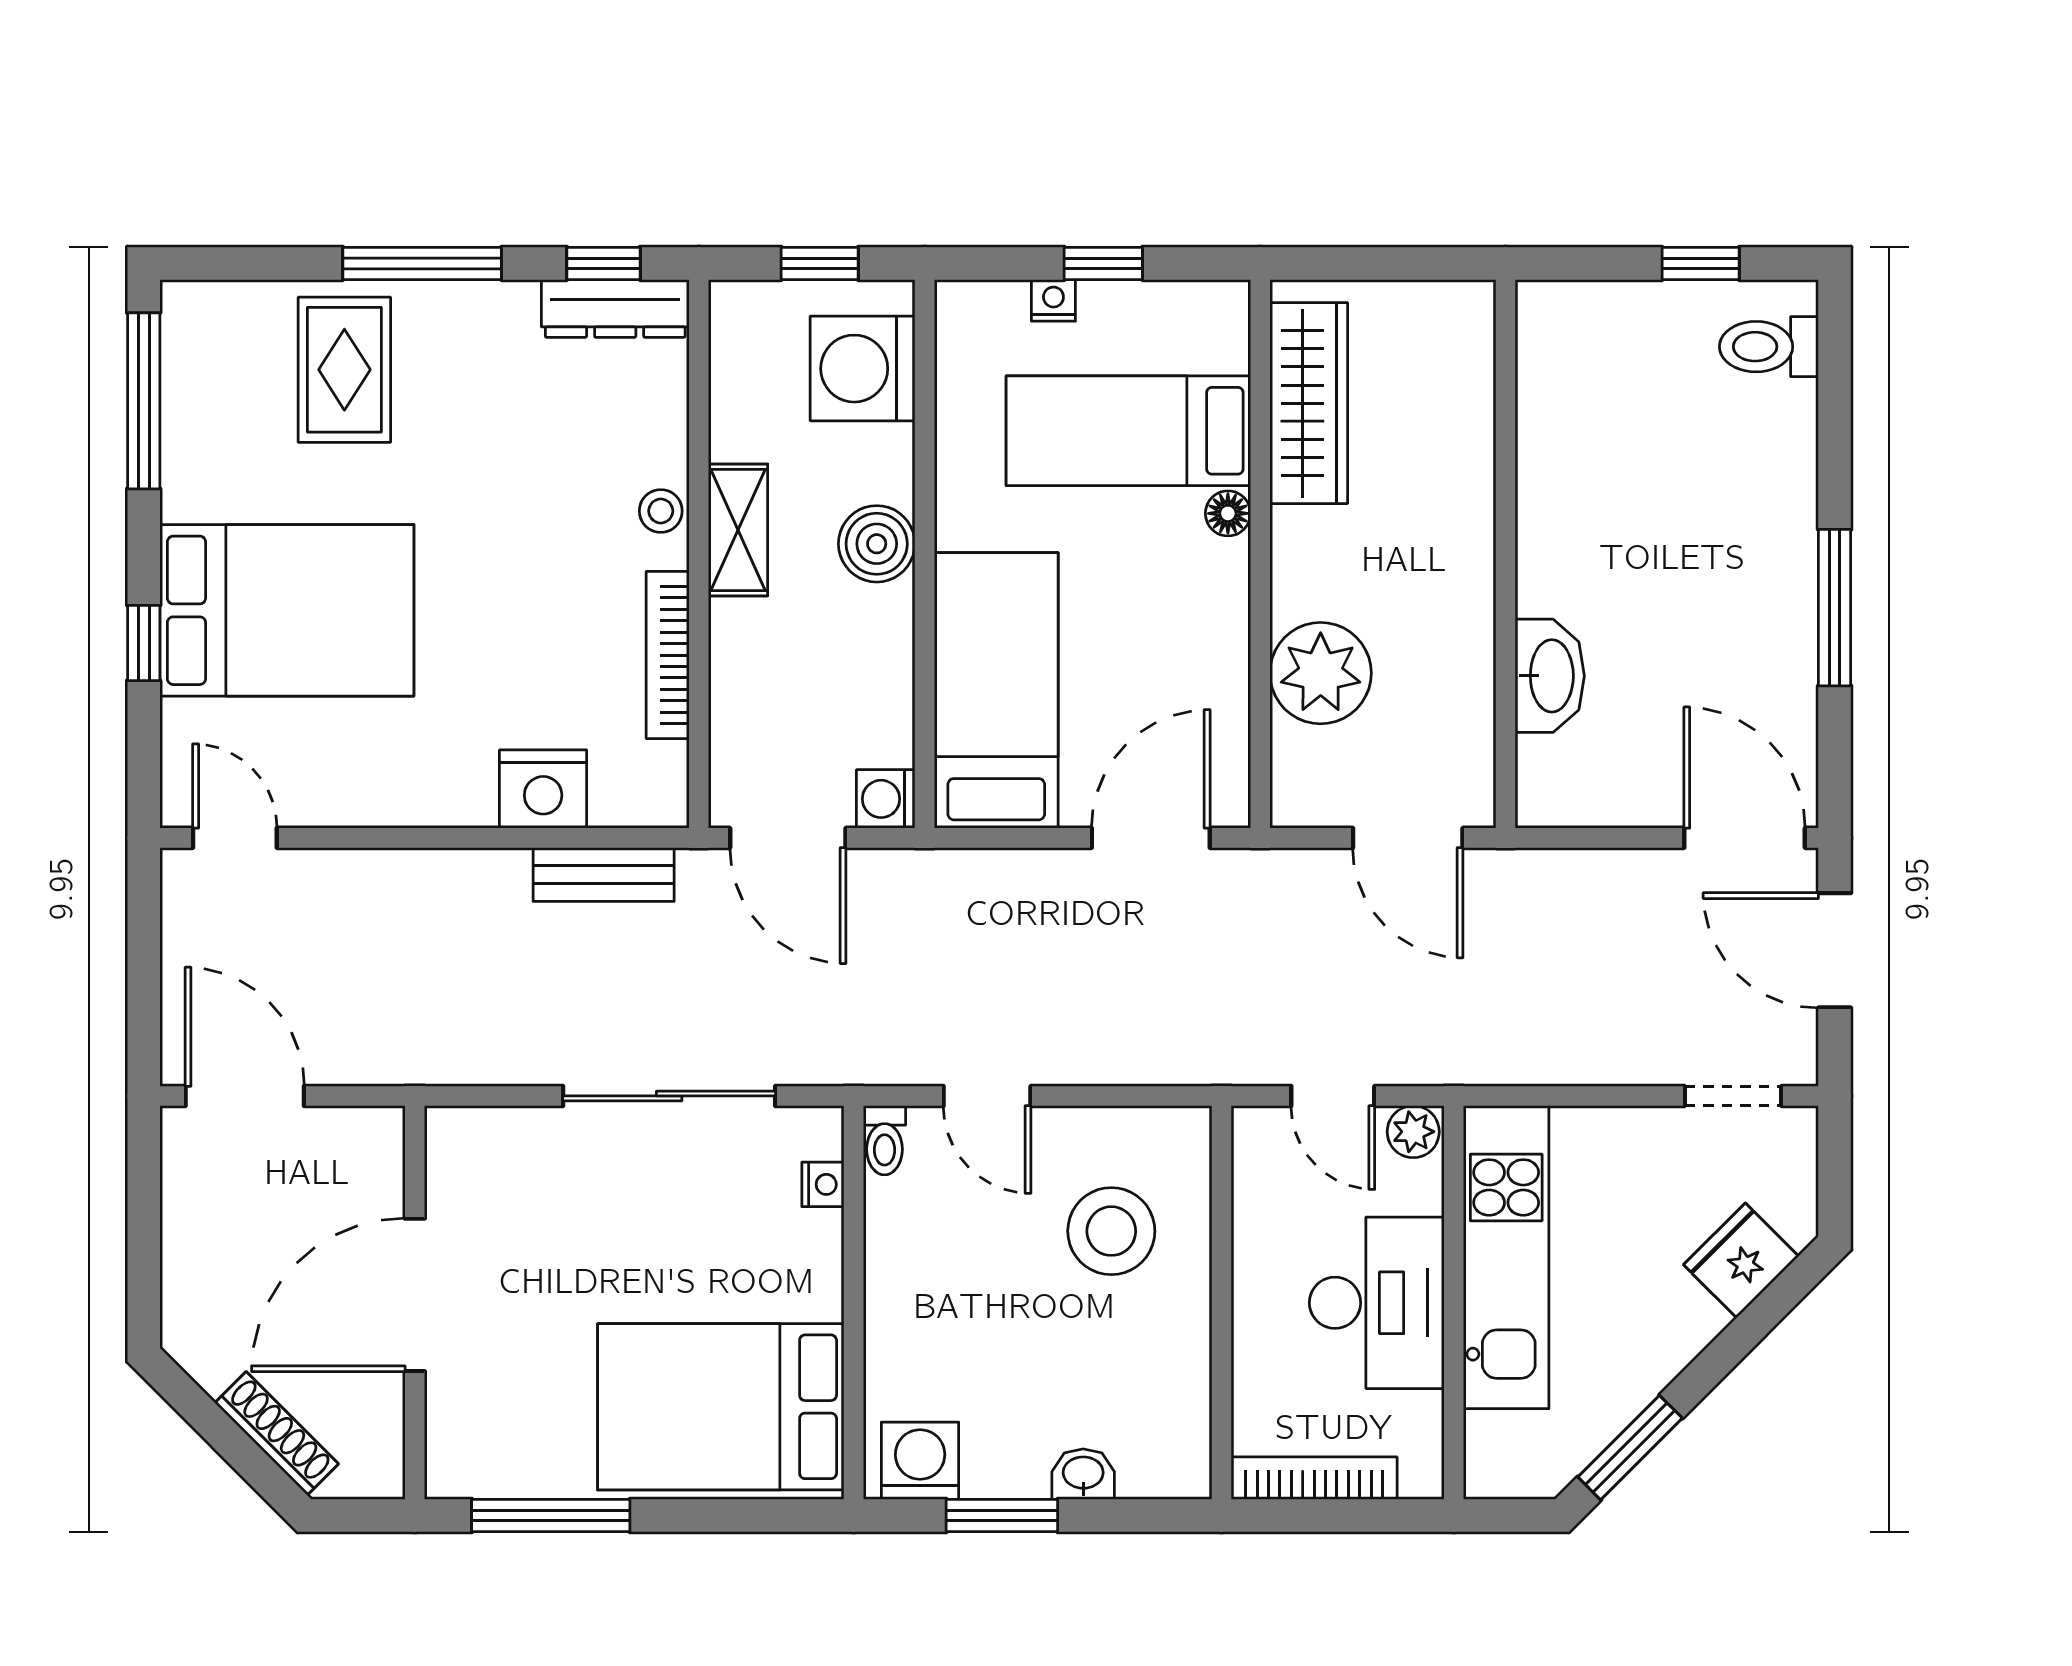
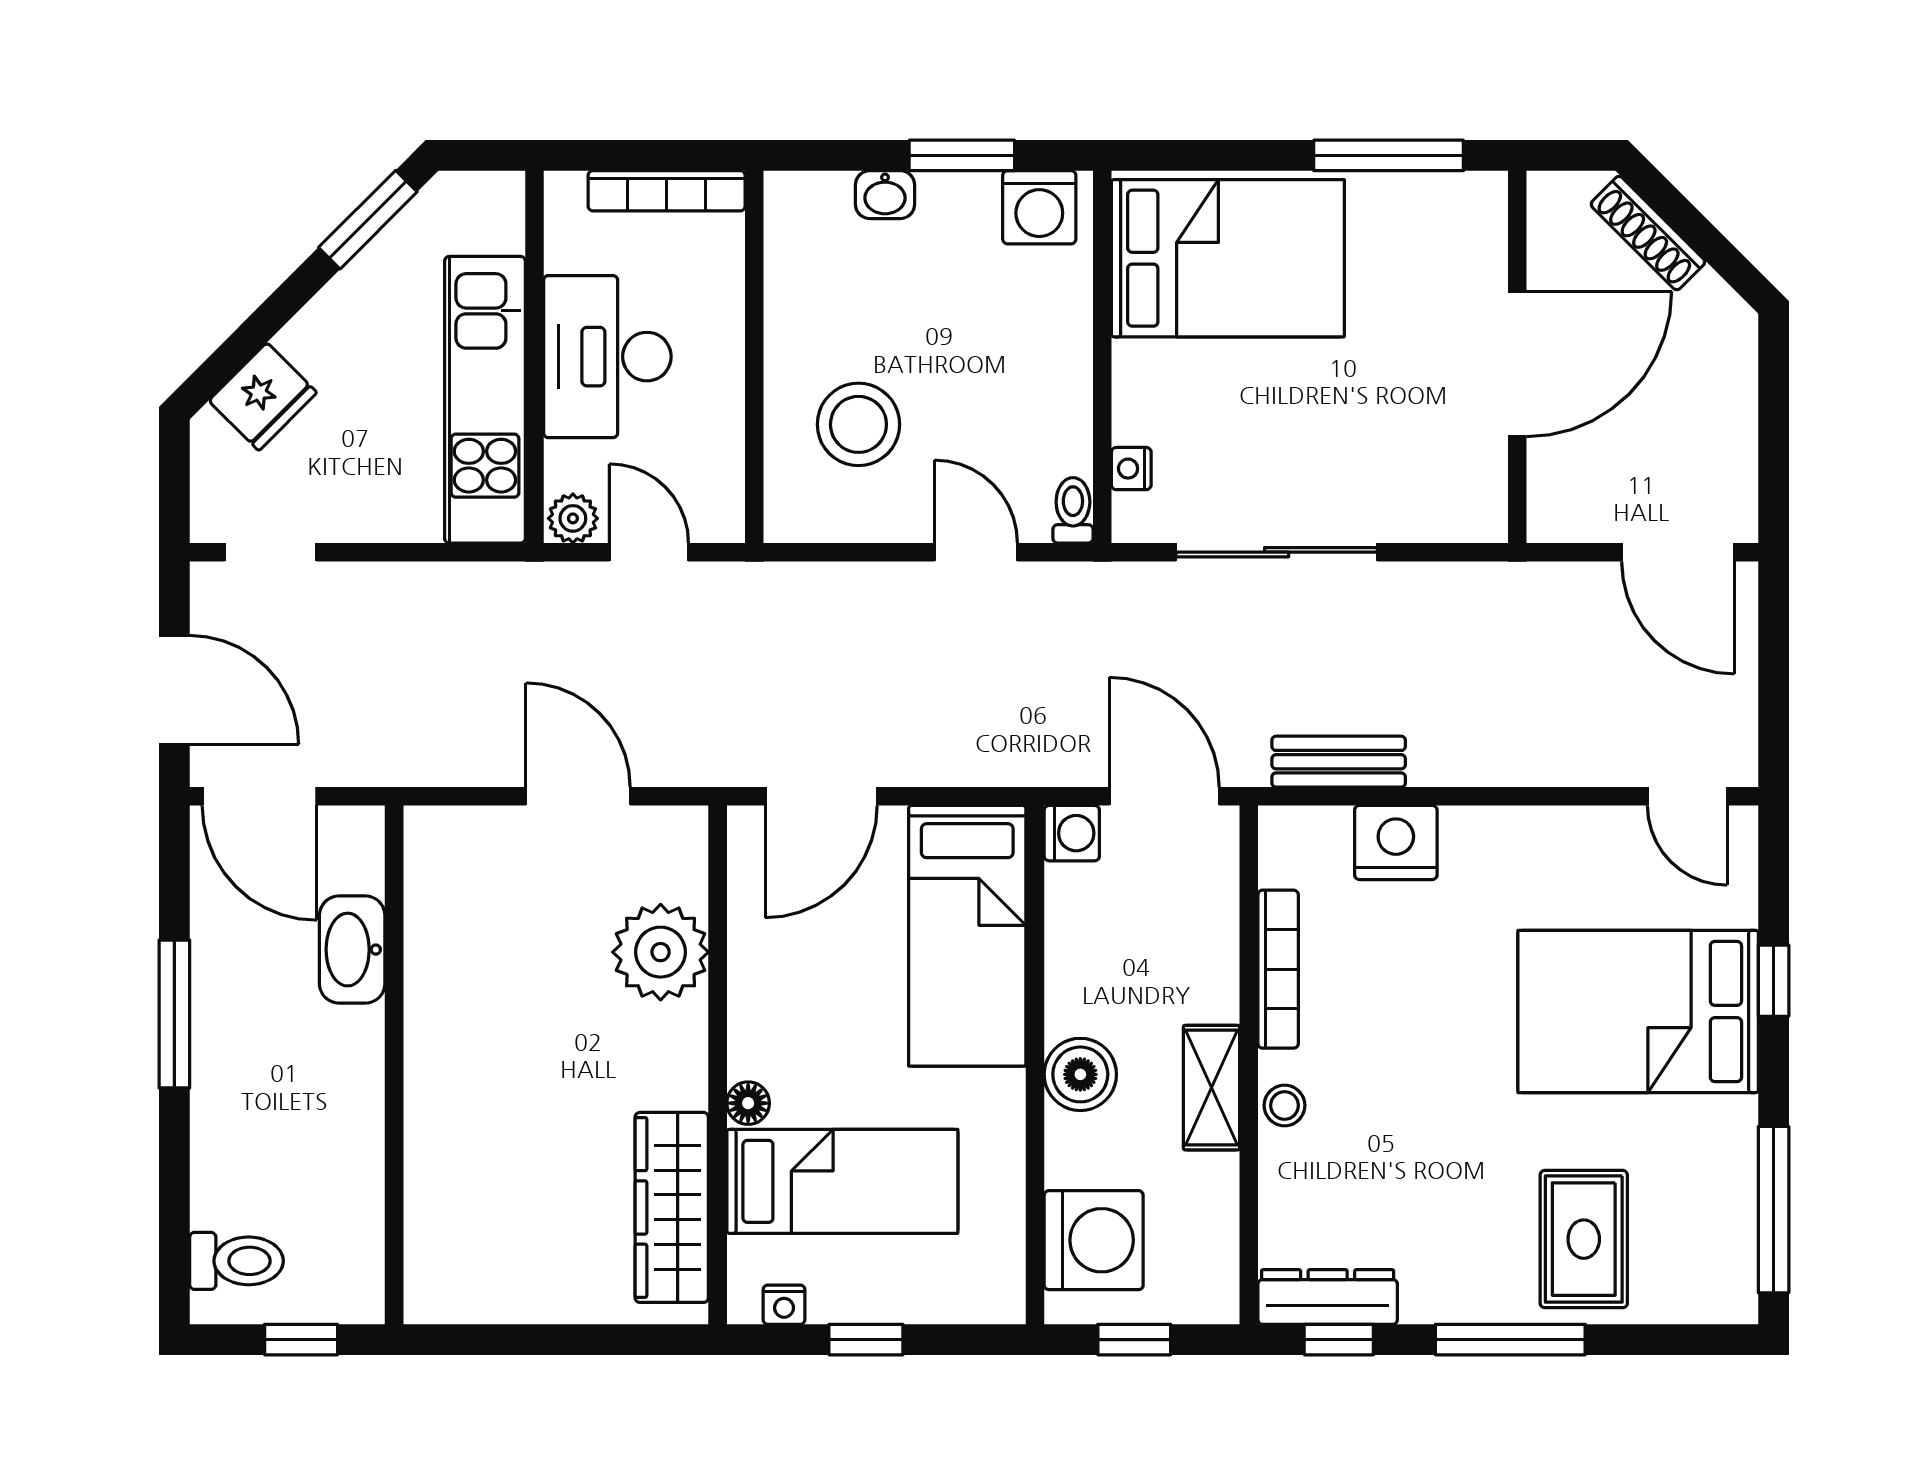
nightstand: (1053, 300) -> (784, 1305), moved
wall: (1505, 554) -> (394, 1065), moved
washbasin: (1550, 676) -> (352, 950), moved

